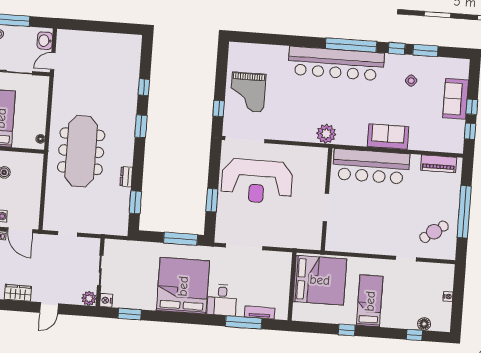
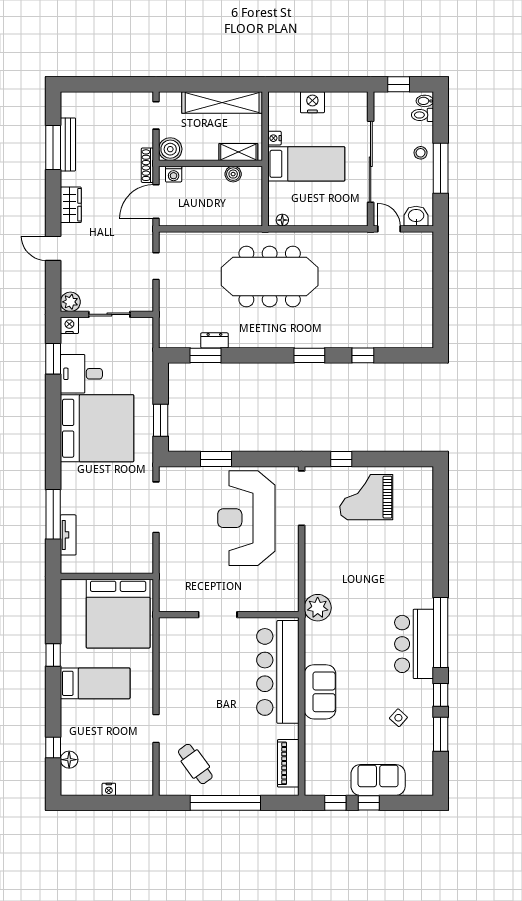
bar counter: (336, 64) -> (414, 644), width x0.54
dresser: (126, 177) -> (214, 340), moved
window: (181, 239) -> (161, 420), width x0.69
desk: (222, 300) -> (81, 374), moved

